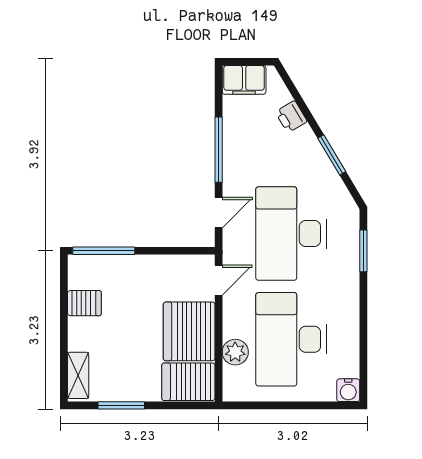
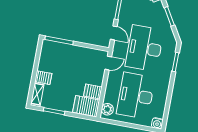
door: (219, 213) -> (114, 33), hinge flipped
server rack: (84, 303) -> (43, 78), moved
server rack: (189, 331) -> (93, 91), width x0.46, depth x0.70
plant: (235, 352) -> (107, 109), moved

